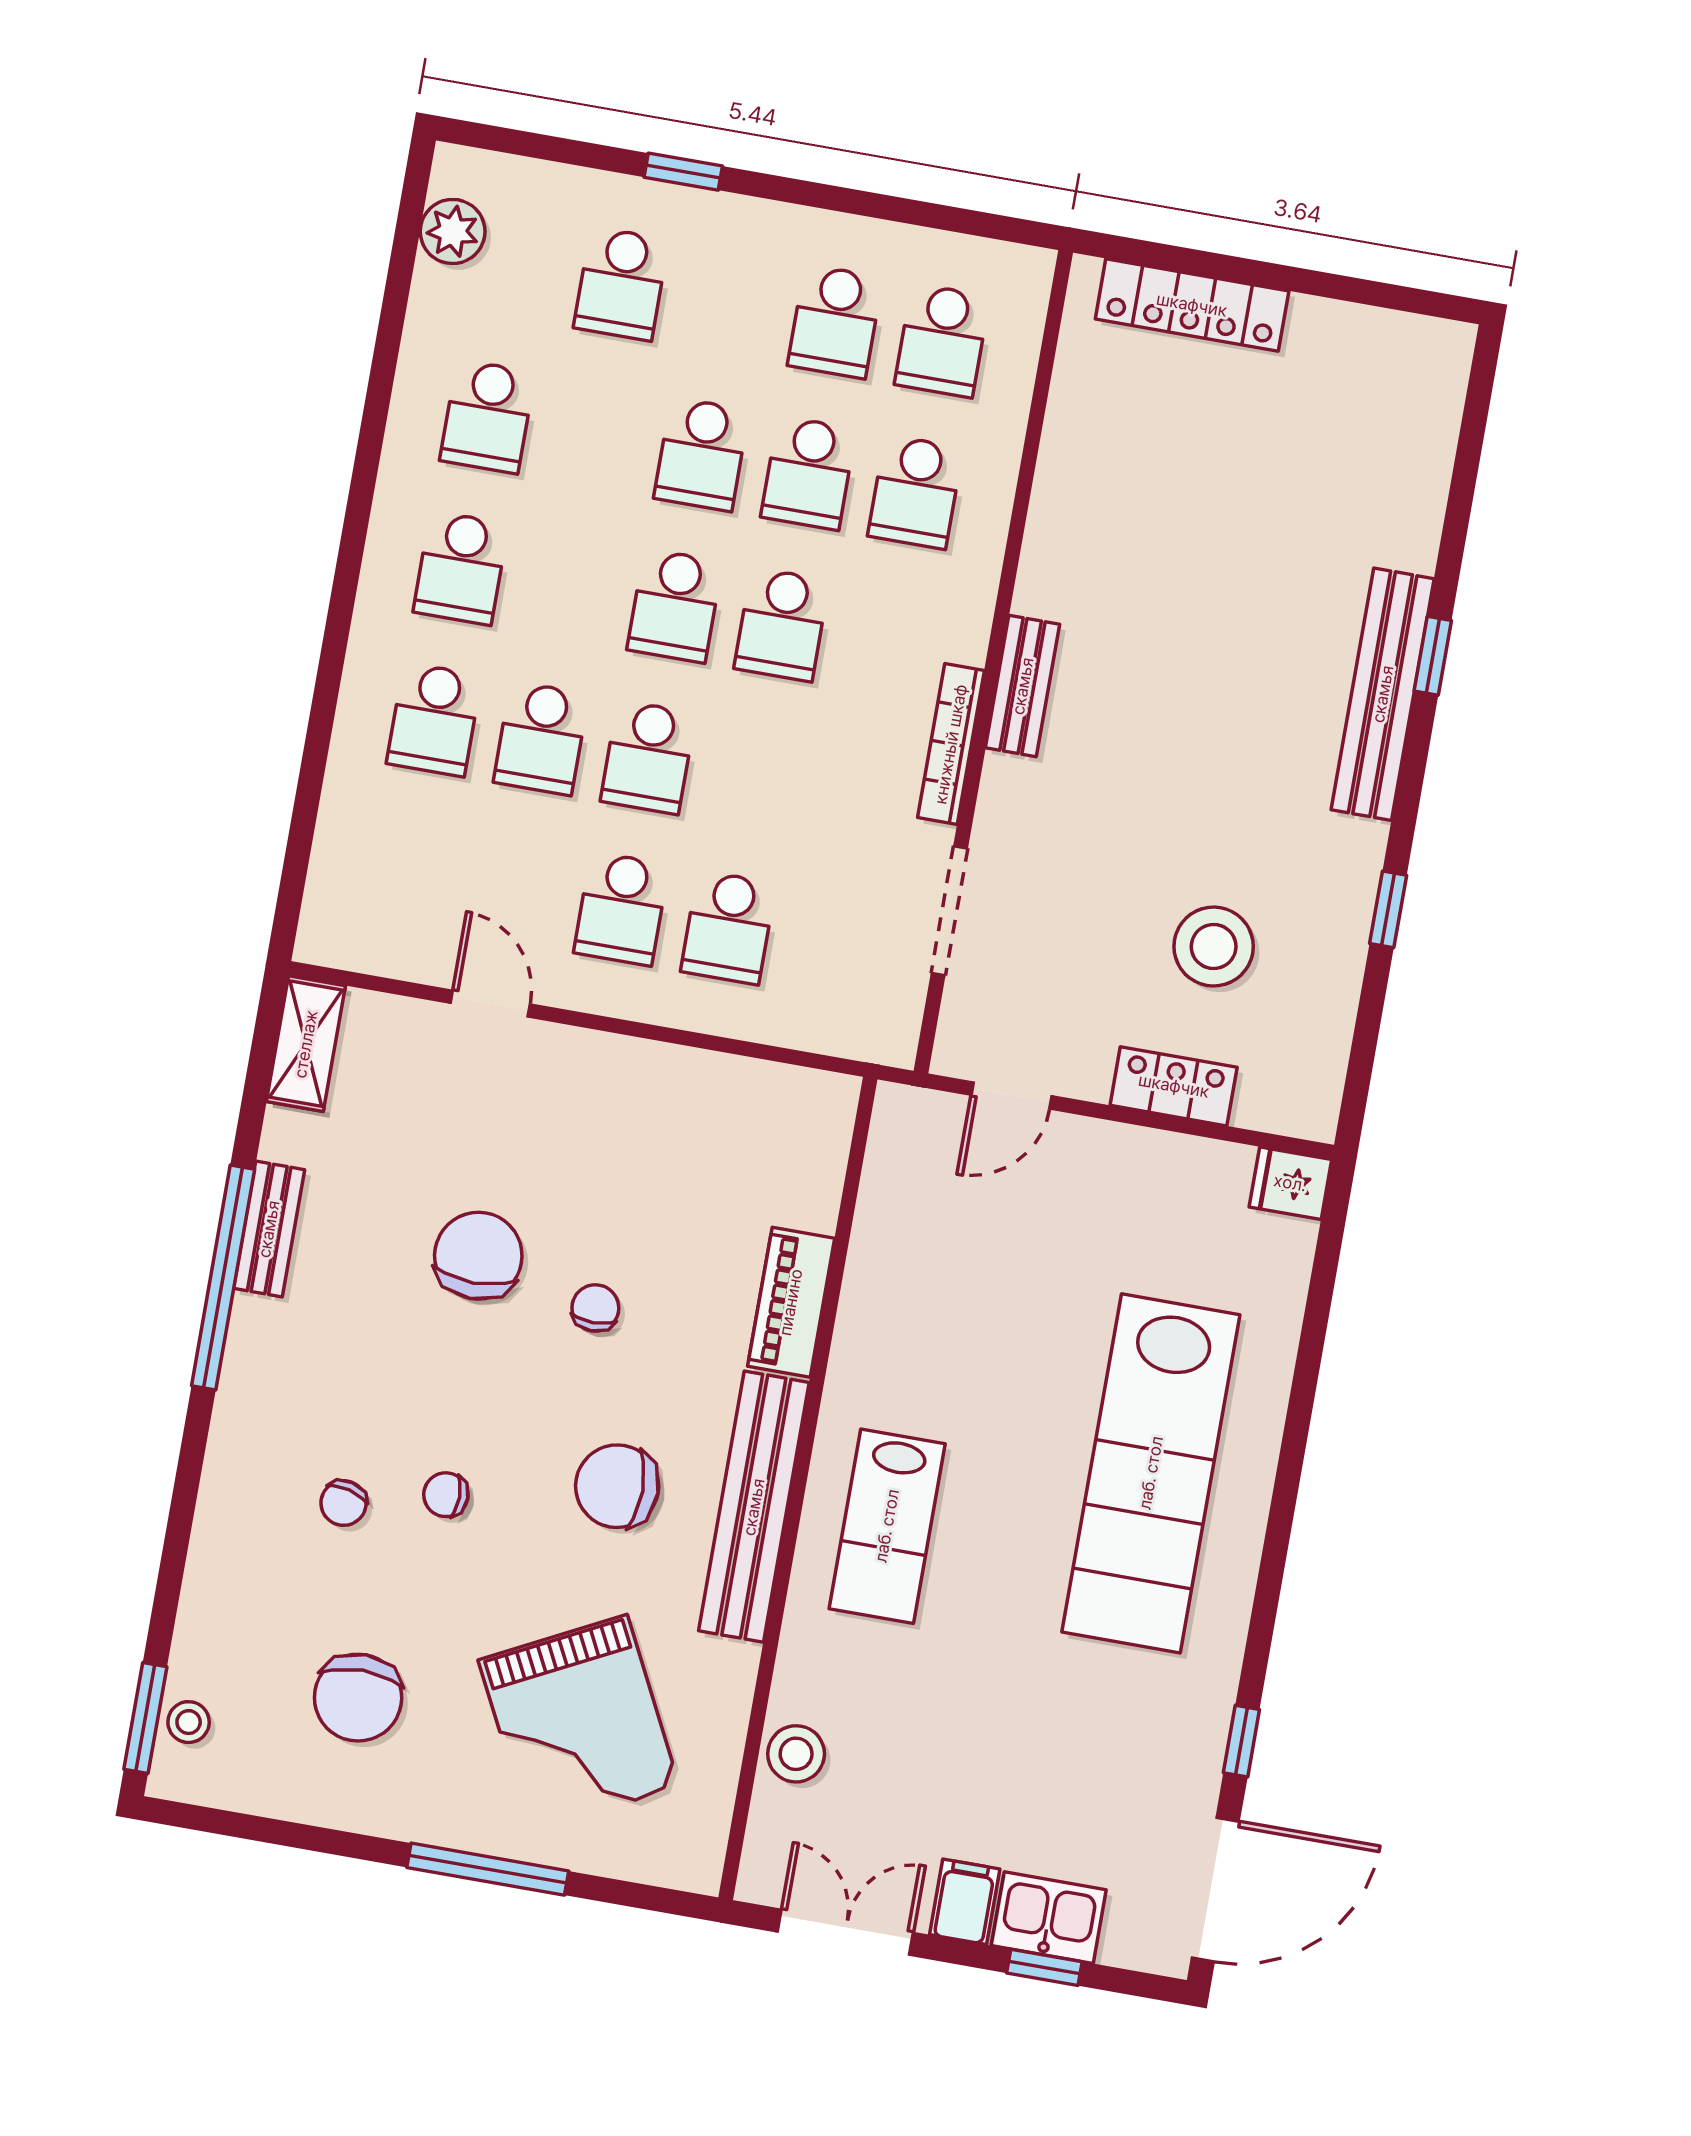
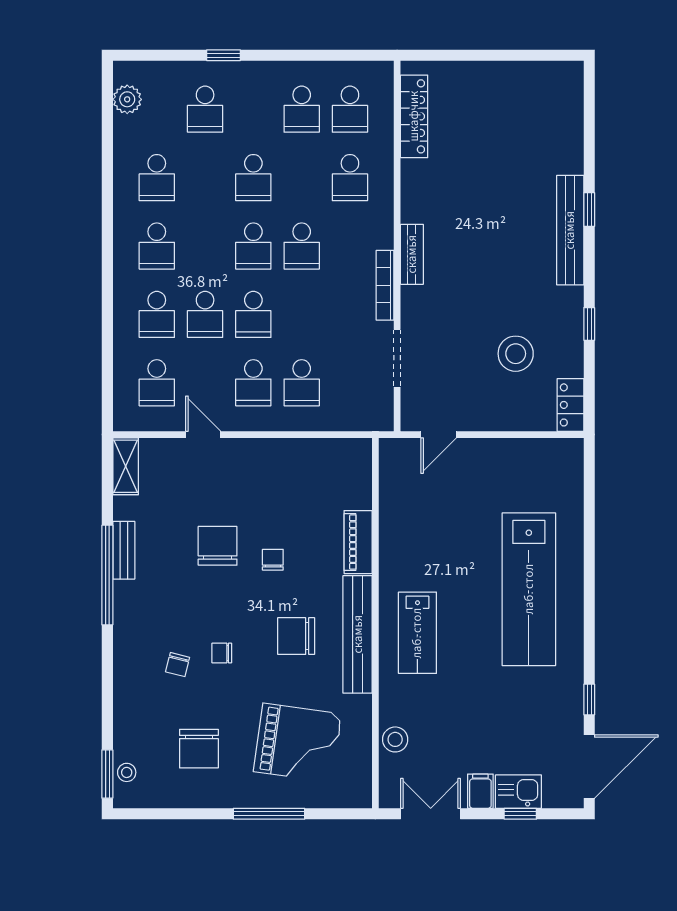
locker: (1192, 305) -> (414, 116), moved, turned -90
school desk: (808, 473) -> (157, 383), moved
locker: (1174, 1086) -> (570, 405), moved, turned -90
fridge: (1290, 1183) -> (568, 451), removed
grand piano: (579, 1723) -> (298, 743), turned -55

